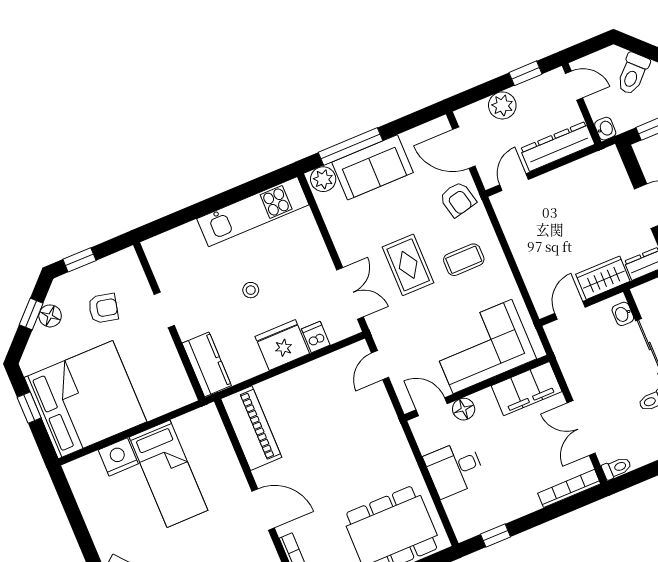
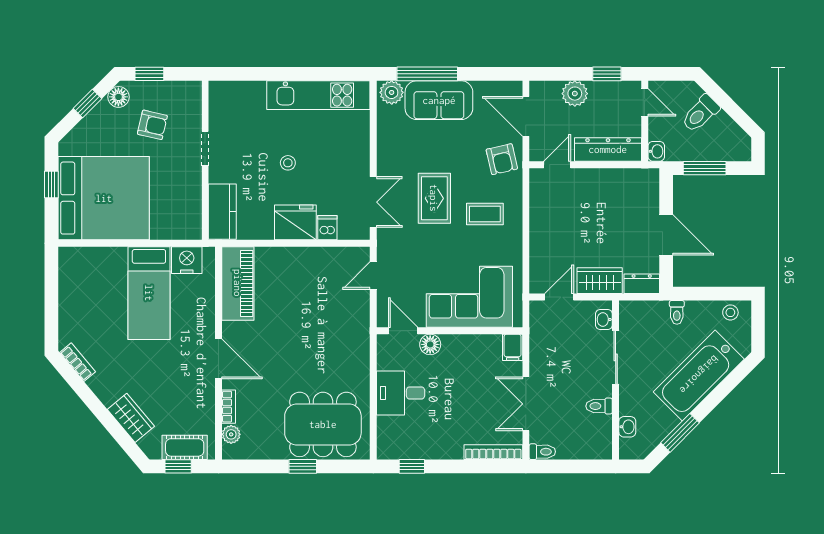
floor lamp: (50, 316) -> (118, 97), moved
filing cabinet: (527, 389) -> (513, 347), width x0.33, depth x0.86
nightstand: (118, 457) -> (187, 260), moved

